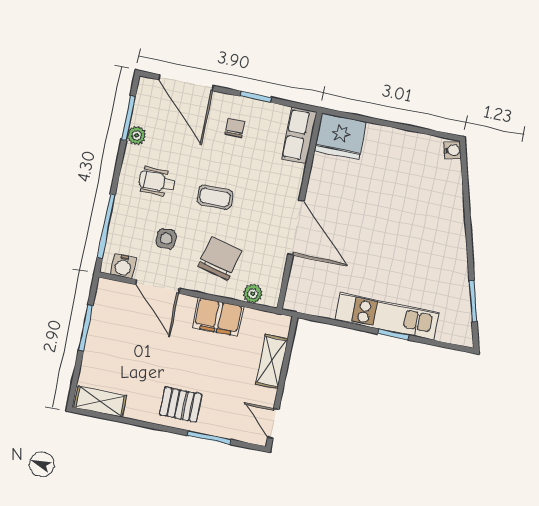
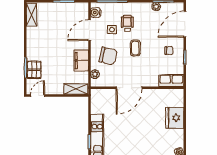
fridge: (340, 136) -> (175, 118), moved
wheelchair: (157, 182) -> (127, 23), moved
shelving: (272, 362) -> (76, 89), moved
pallet: (181, 405) -> (34, 70), moved

